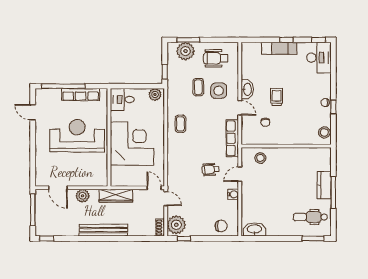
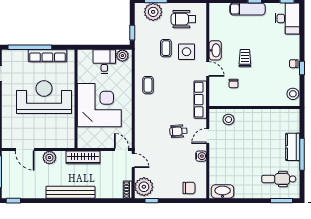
desk: (122, 99) -> (104, 61), moved, turned 90

